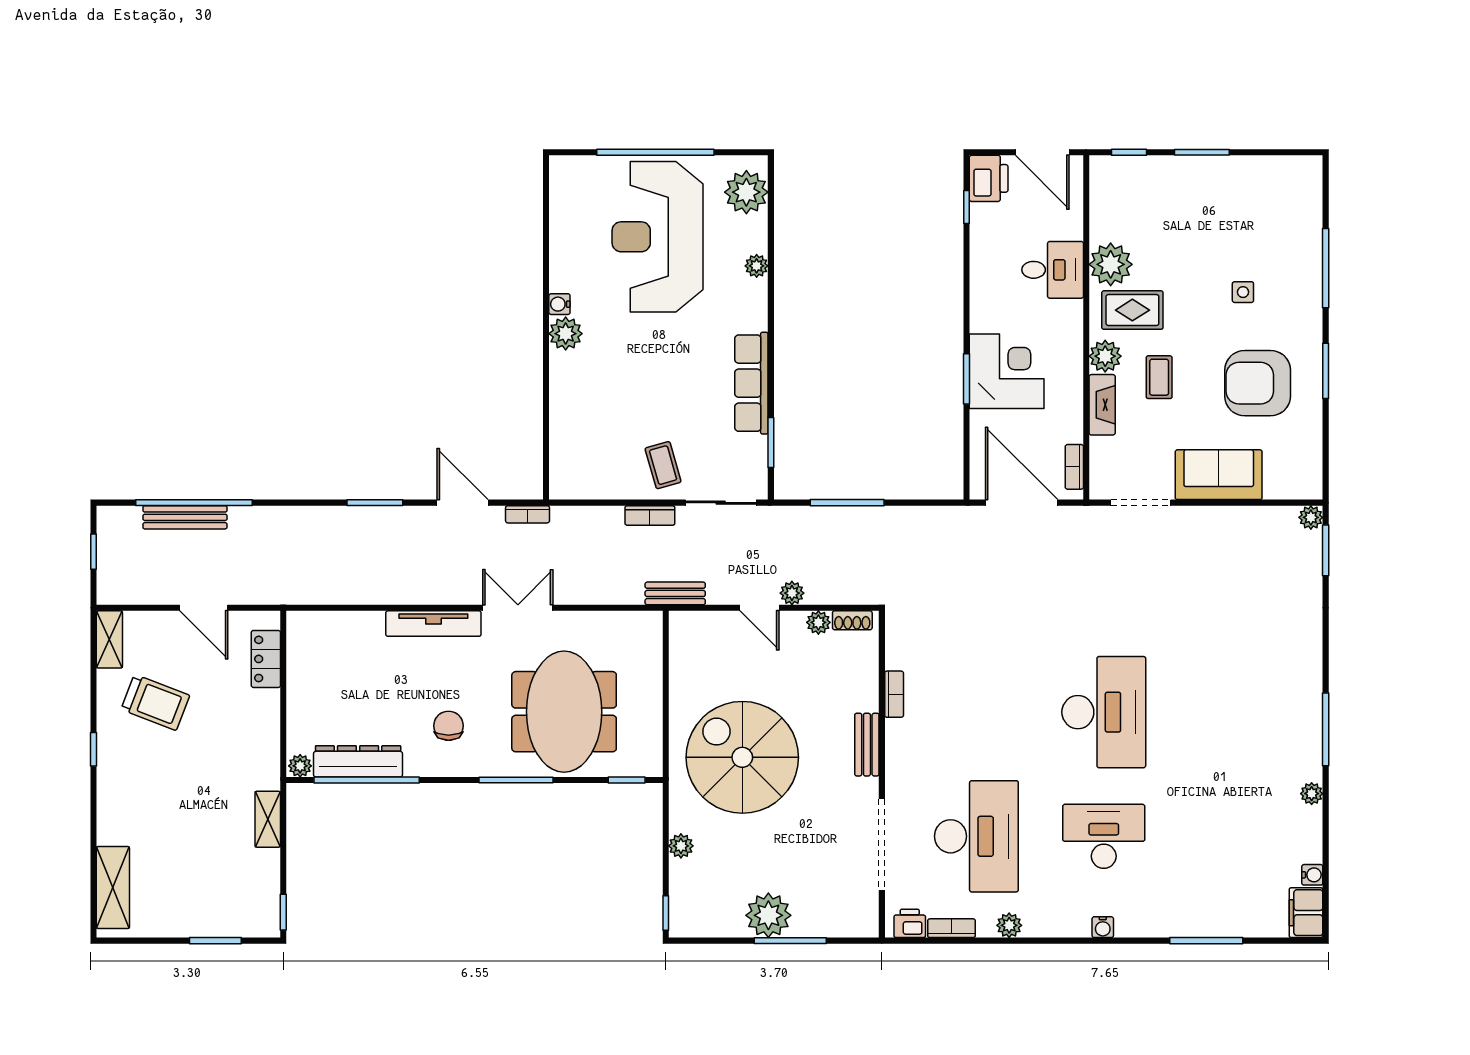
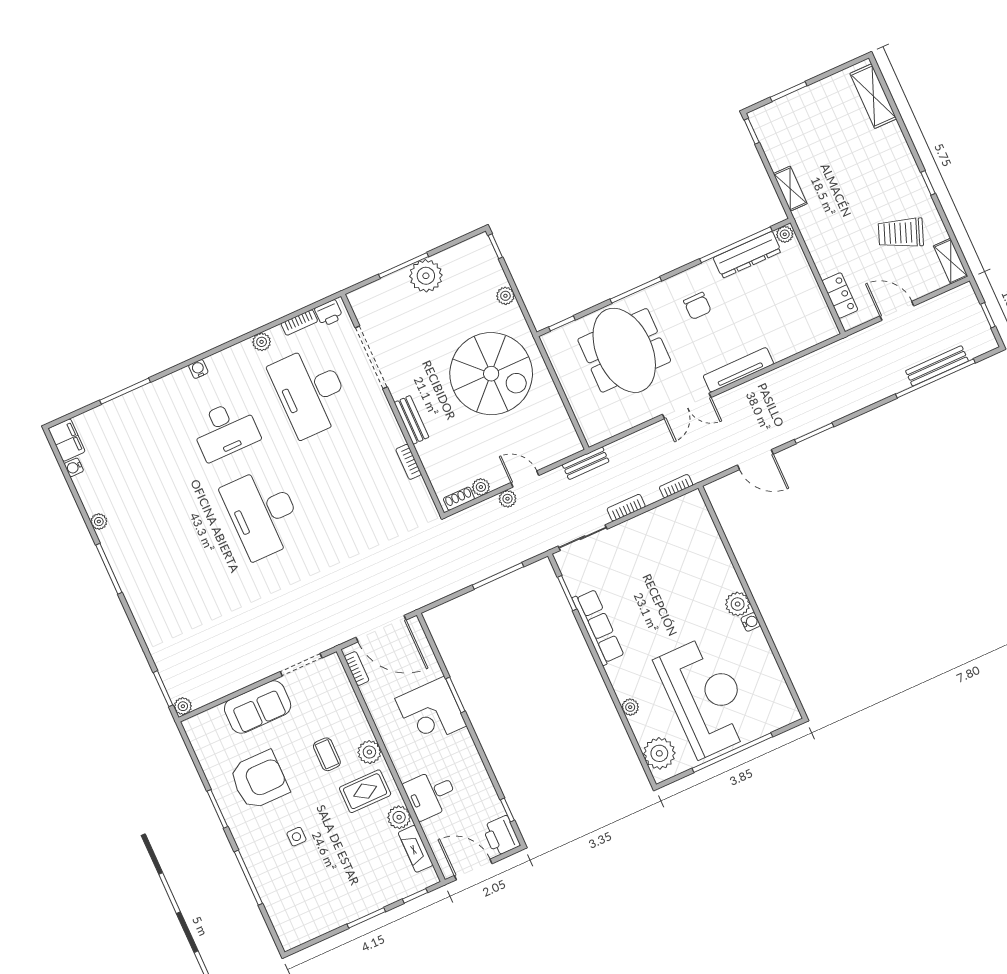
plant: (1111, 264) -> (399, 817), width x0.73, depth x0.73
fireplace: (1102, 405) -> (416, 849), moved
coffee table: (663, 465) -> (633, 545), removed
bookcase: (528, 514) -> (676, 486), moved

